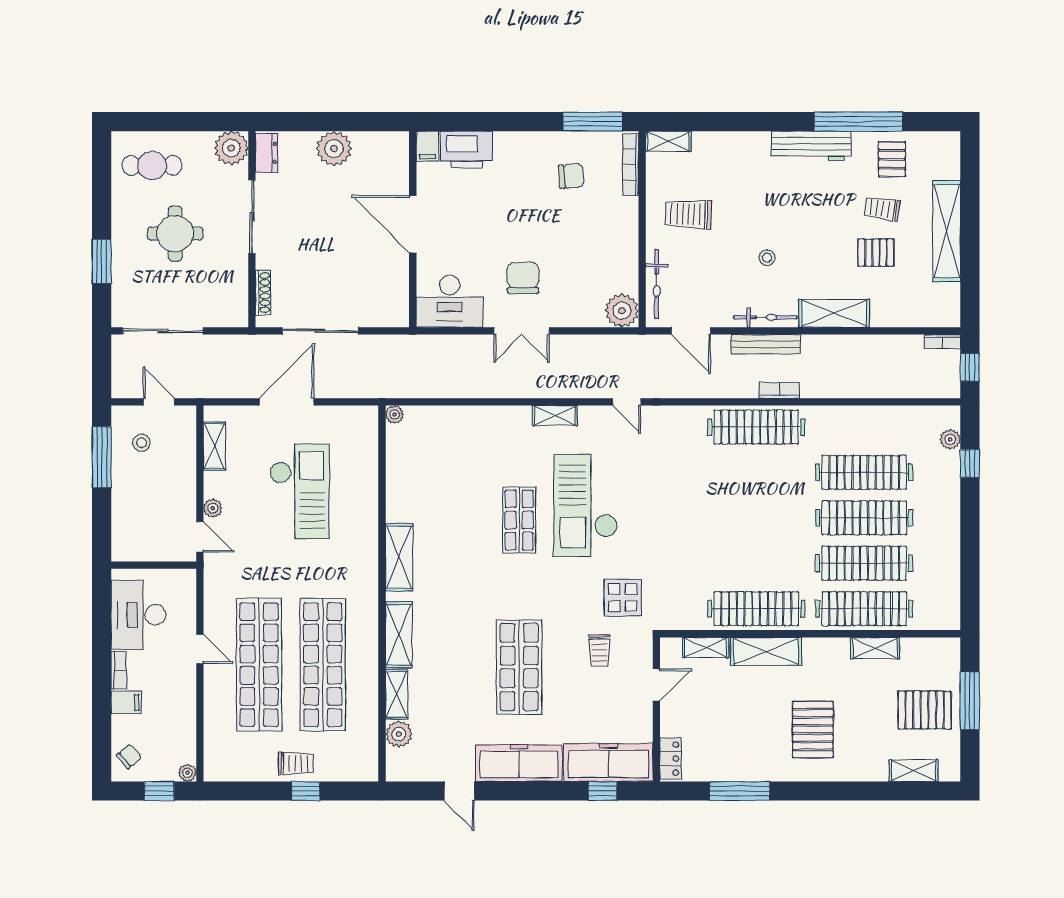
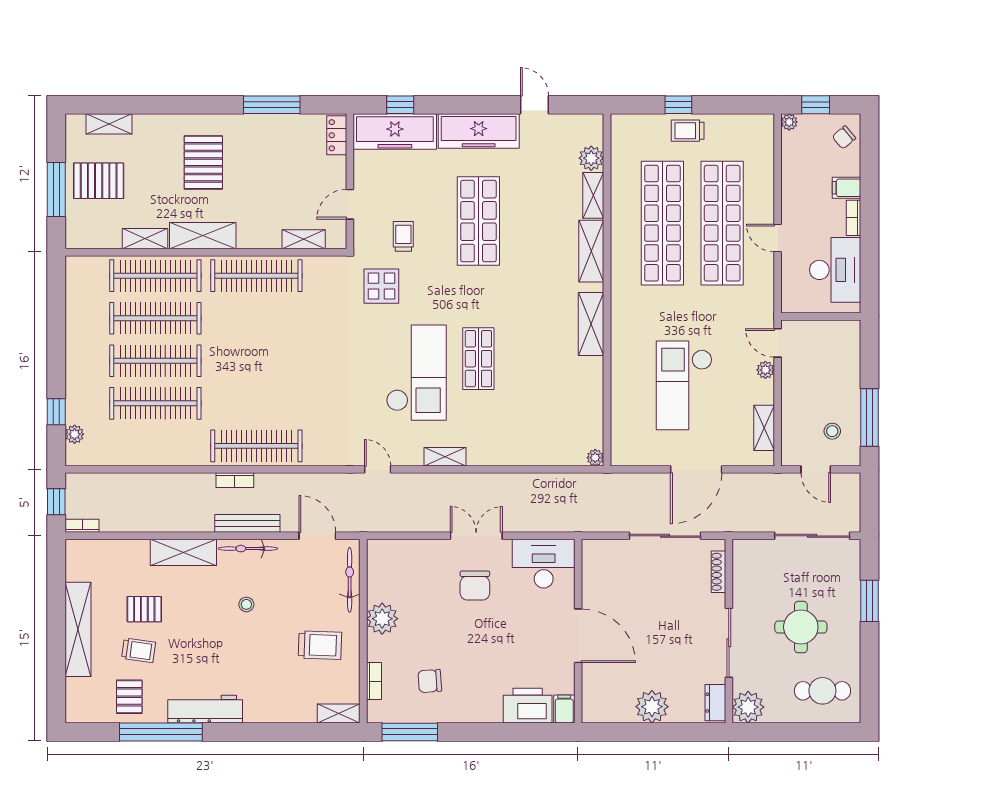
bookcase: (631, 165) -> (374, 681), width x0.64
plant: (622, 311) -> (382, 619), moved
shelving: (766, 651) -> (203, 236), moved

